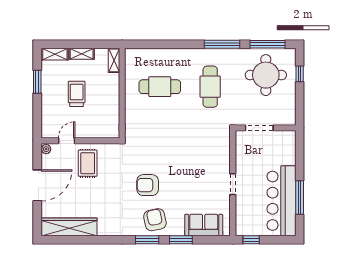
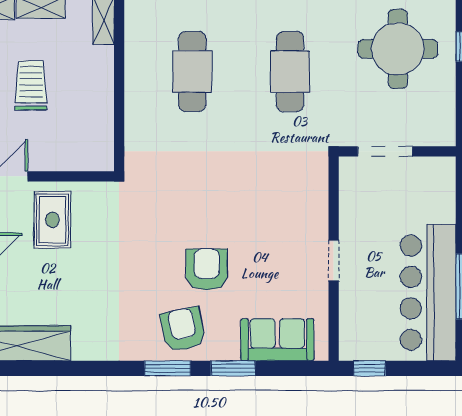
cafe table: (160, 87) -> (192, 72), turned 90
armchair: (148, 185) -> (207, 269), moved, turned 90

